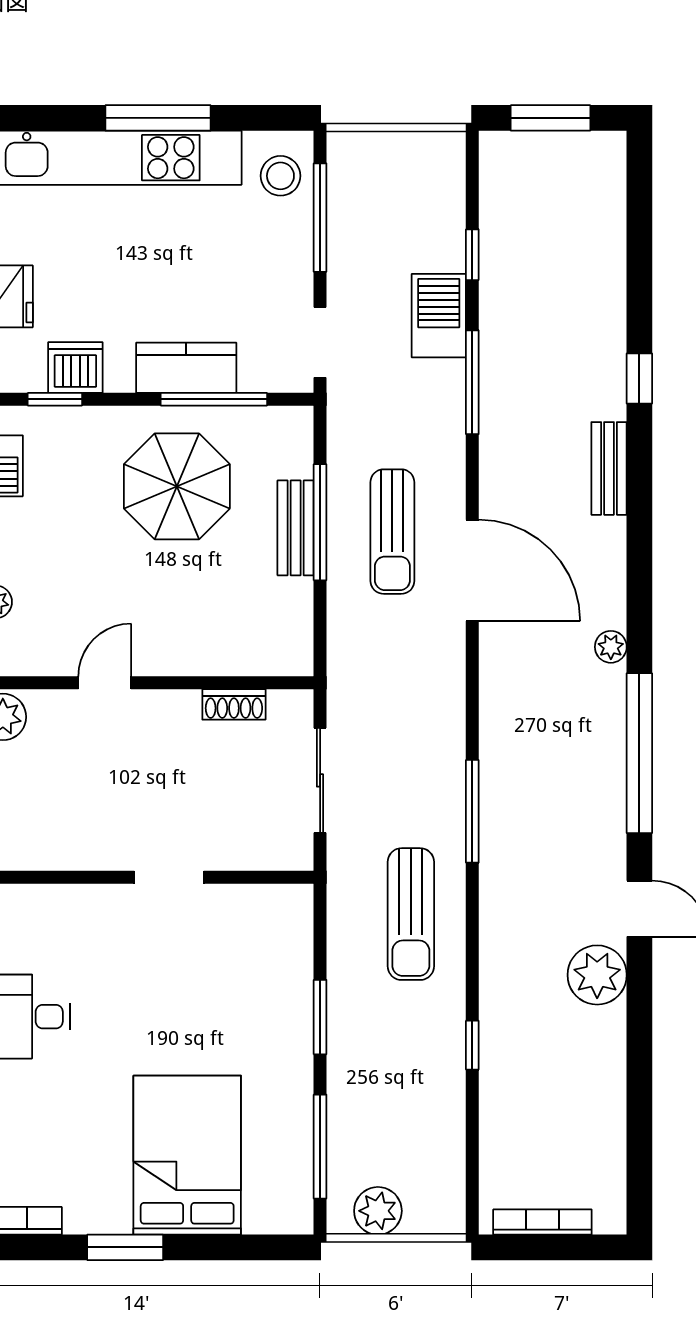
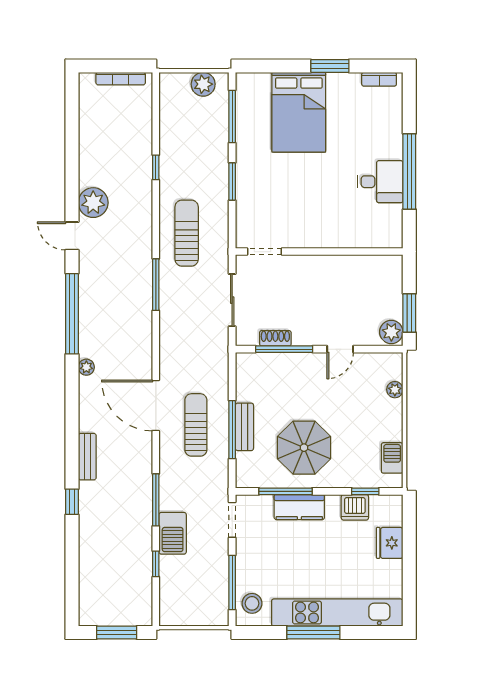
window: (216, 683) -> (284, 349), added
doorway: (169, 877) -> (264, 252), moved

